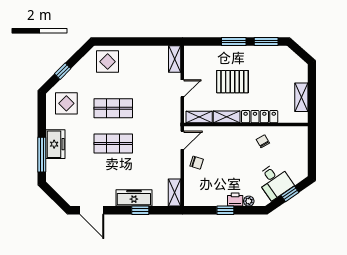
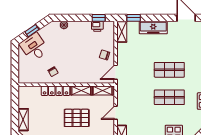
shelving: (301, 97) -> (23, 120), moved
desk: (275, 181) -> (34, 47), moved
printer: (235, 200) -> (97, 26), moved
window: (140, 210) -> (134, 18), moved
window: (225, 210) -> (99, 18), moved

